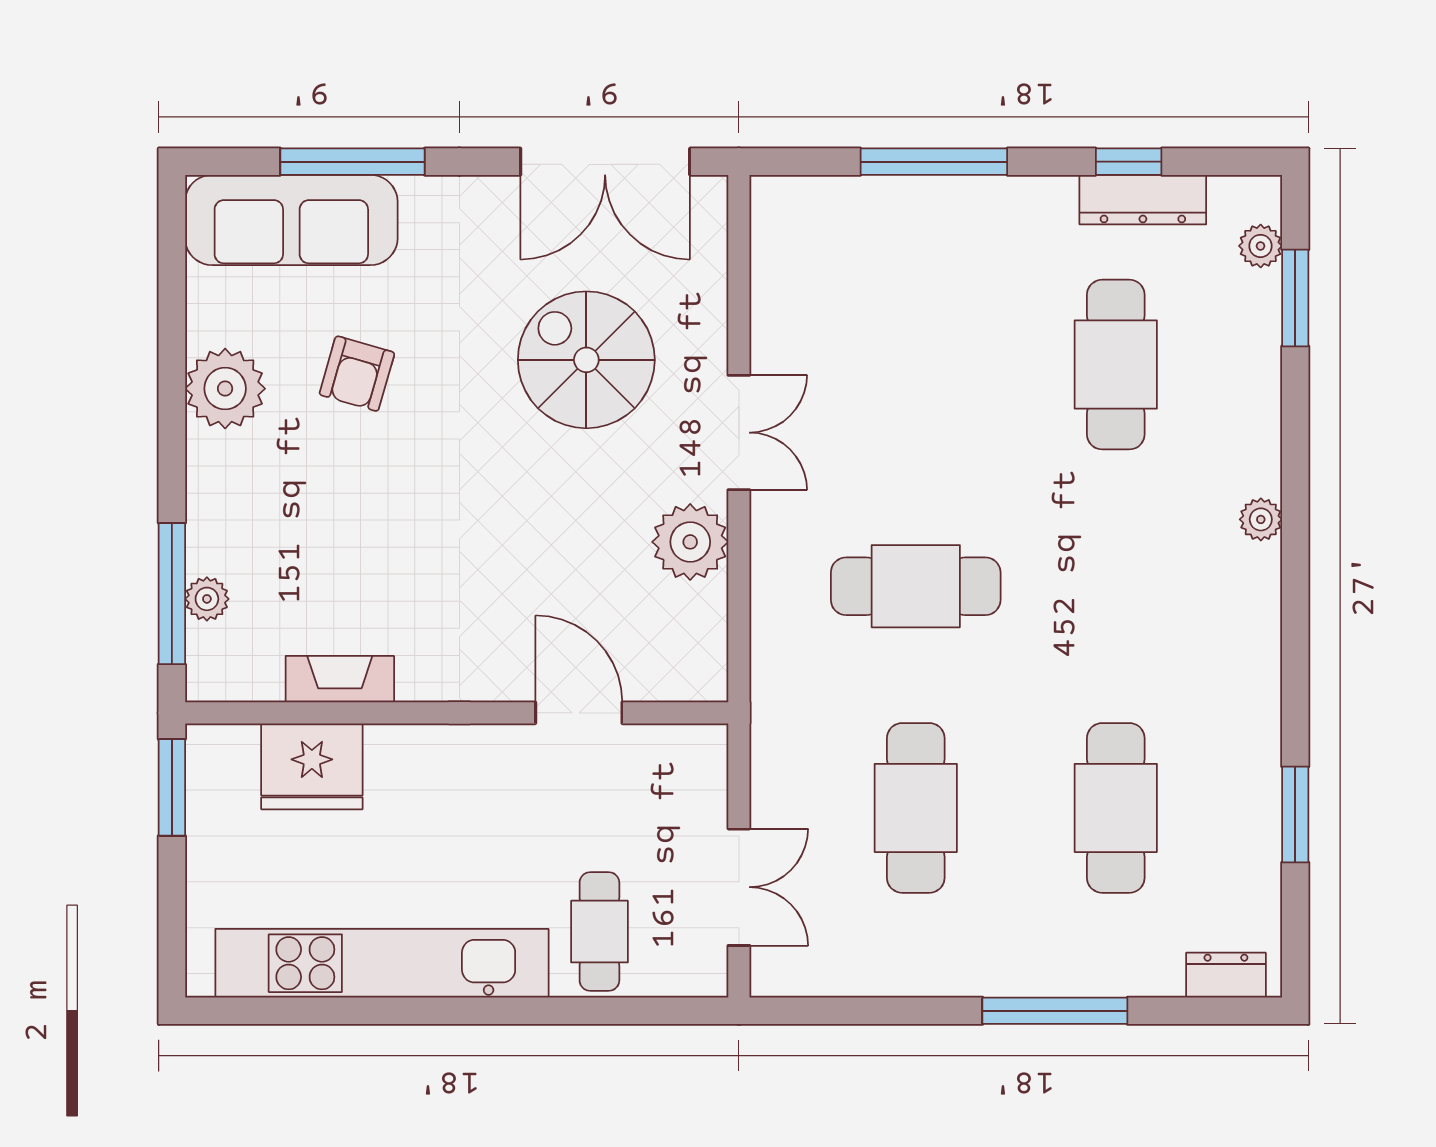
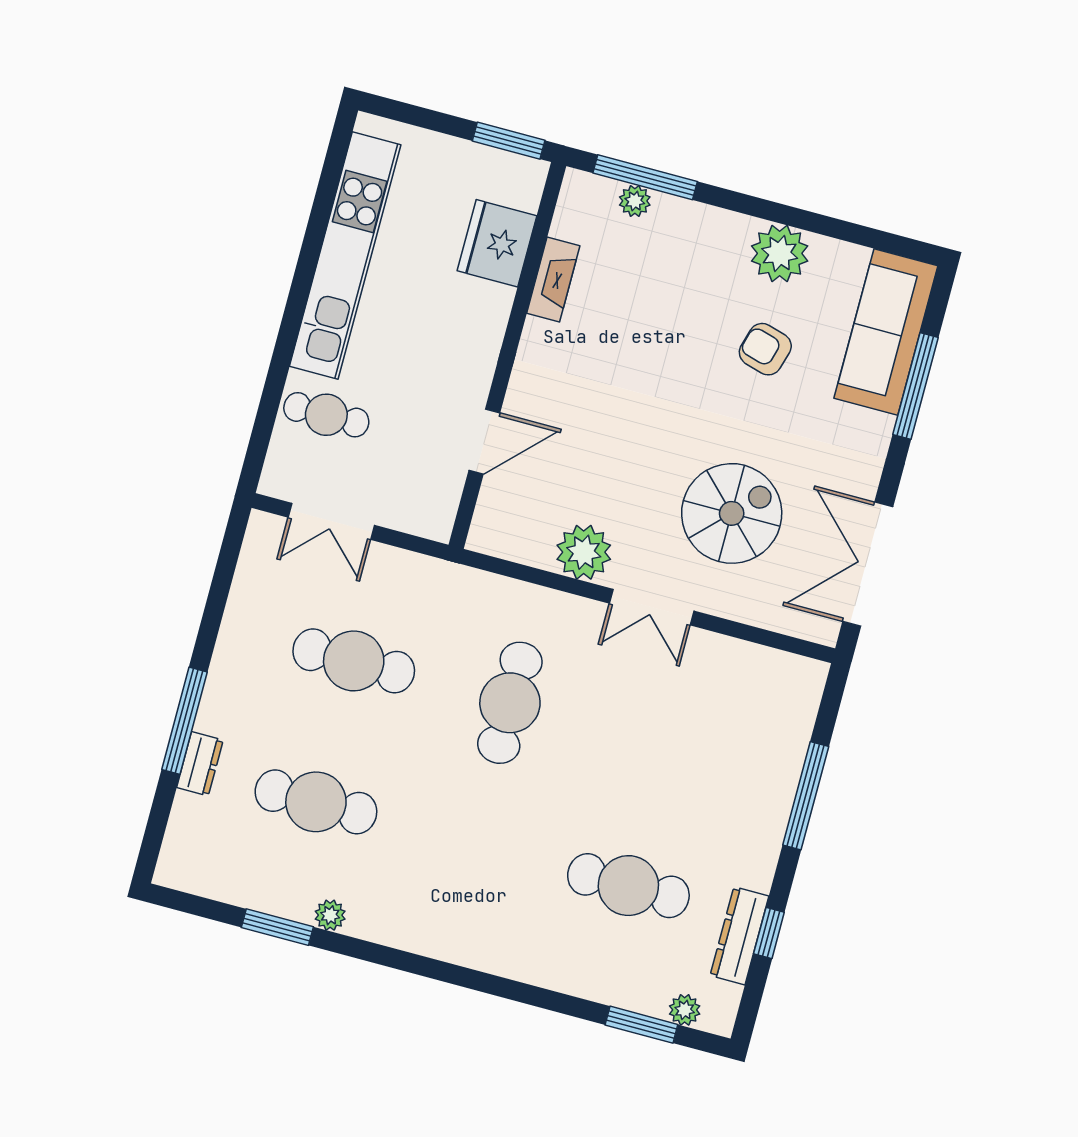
plant: (1261, 519) -> (330, 915), moved
dresser: (1226, 975) -> (200, 764), moved

